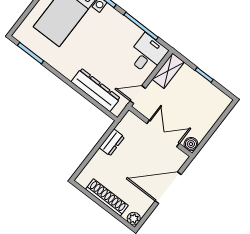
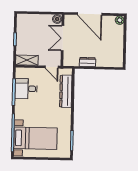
desk: (147, 54) -> (26, 89), moved
shoe rack: (107, 197) -> (119, 43), removed

